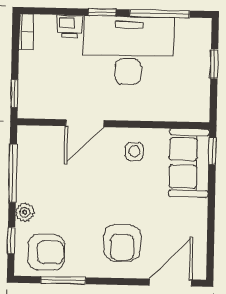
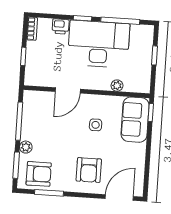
window: (14, 93) -> (23, 56), moved
plant: (159, 112) -> (117, 86), added
side table: (134, 151) -> (96, 125), moved
window: (11, 241) -> (16, 165), width x1.50

